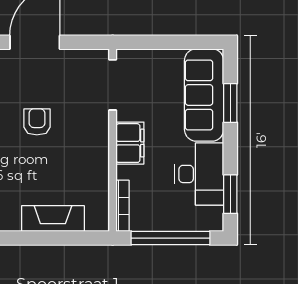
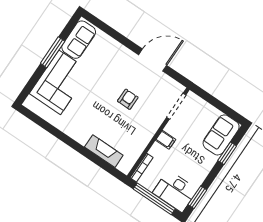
sofa: (204, 95) -> (221, 135), width x0.73
filing cabinet: (130, 143) -> (166, 140), width x0.50
desk: (199, 174) -> (175, 191), moved, turned 90

